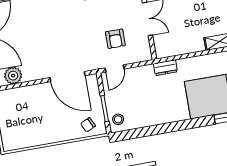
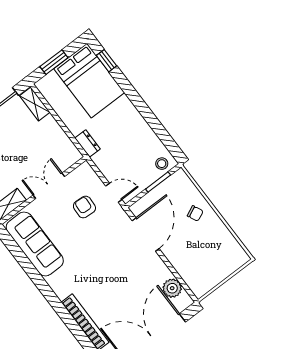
armchair: (115, 39) -> (84, 207), turned -87
chair: (88, 125) -> (195, 213), moved

